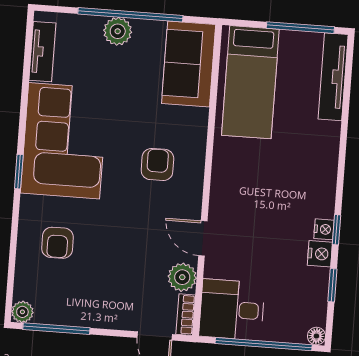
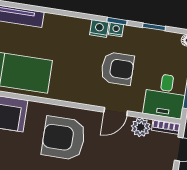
armchair: (157, 164) -> (64, 138), width x1.88, depth x1.88
armchair: (266, 236) -> (117, 69), added
nightstand: (320, 254) -> (99, 28), moved

